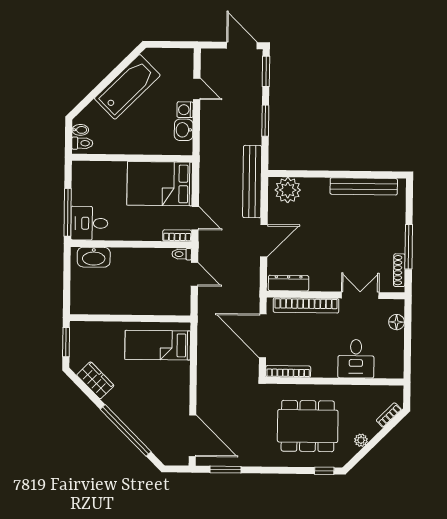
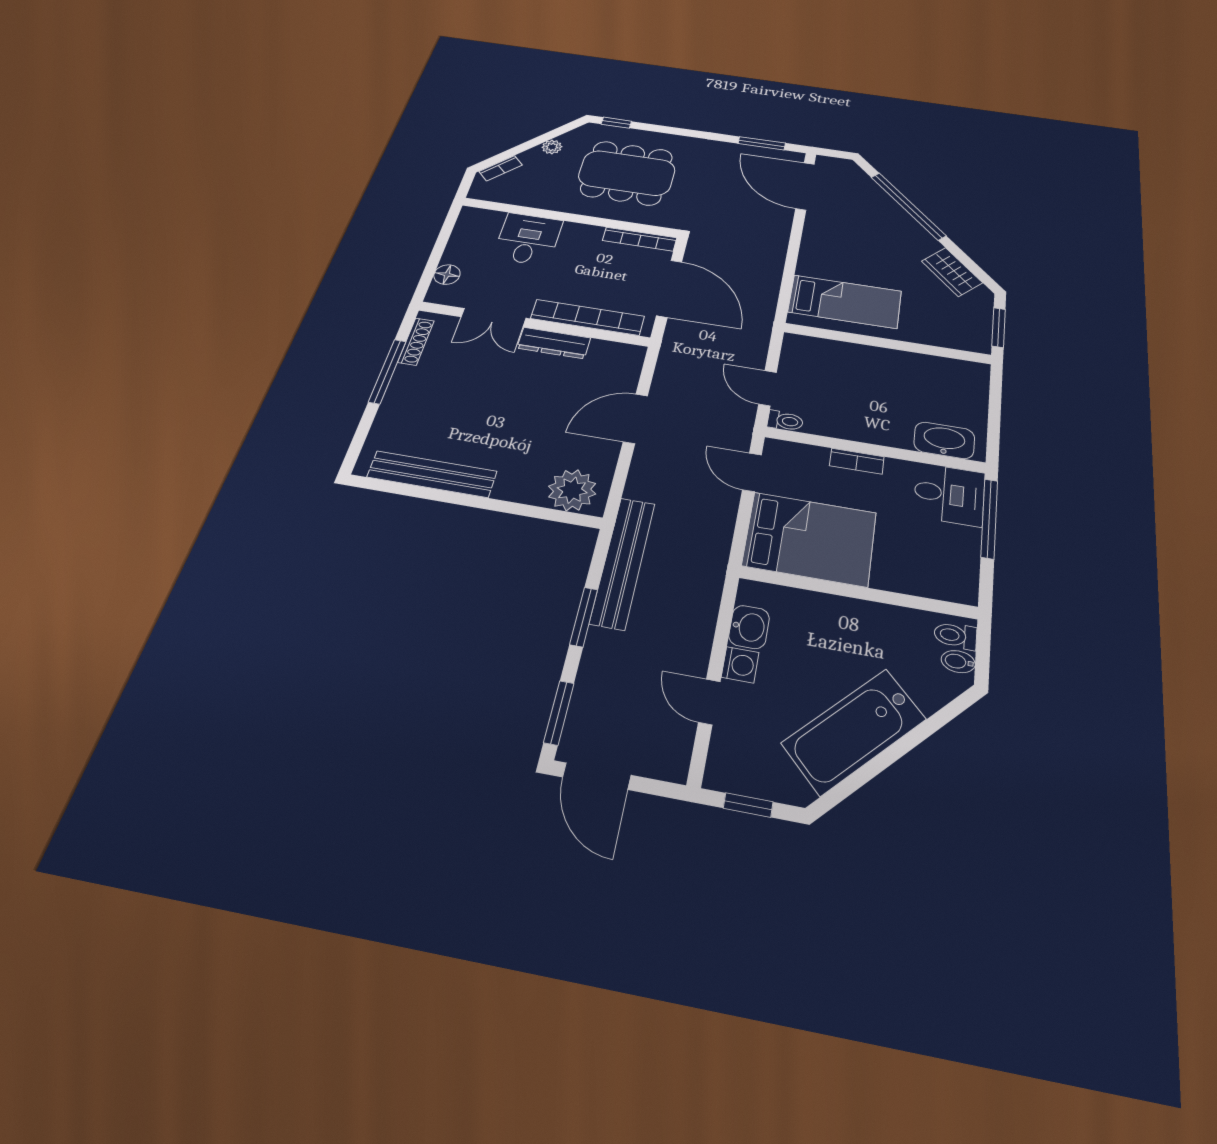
window: (171, 45) -> (748, 805), added
bench: (252, 182) -> (623, 562), moved
bookcase: (177, 236) -> (857, 461), moved
dresser: (289, 283) -> (554, 343), moved

